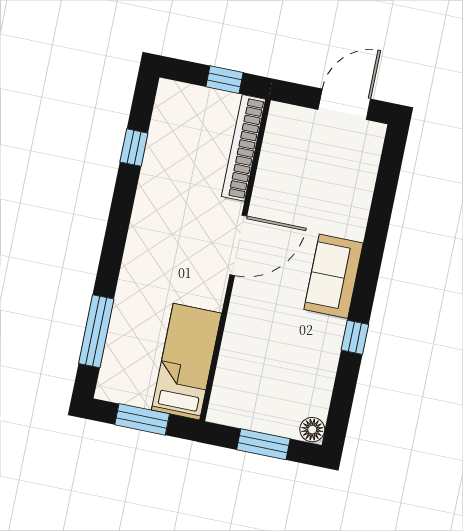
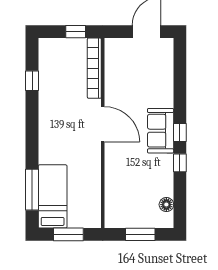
door: (238, 245) -> (103, 124), hinge flipped
window: (365, 286) -> (180, 133), added
bed: (187, 362) -> (53, 196), moved
floor lamp: (312, 430) -> (166, 205), moved

